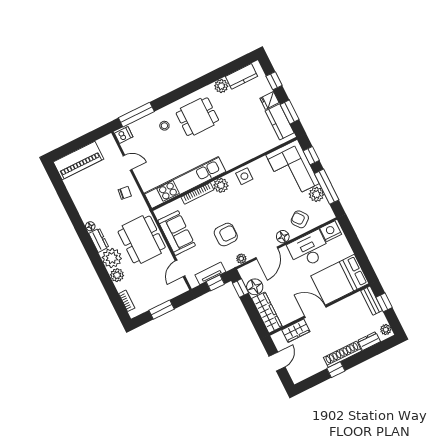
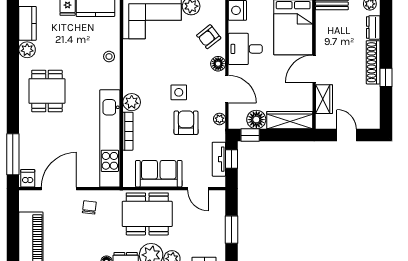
stool: (164, 126) -> (109, 57), moved
door: (128, 163) -> (59, 189), width x1.87
side table: (244, 176) -> (179, 92), moved
desk: (309, 250) -> (245, 49), width x0.73

